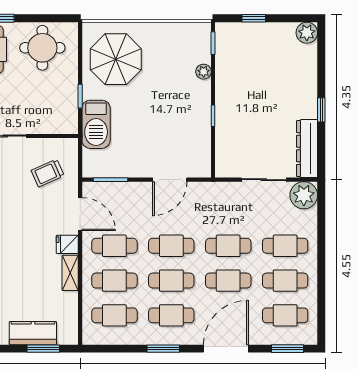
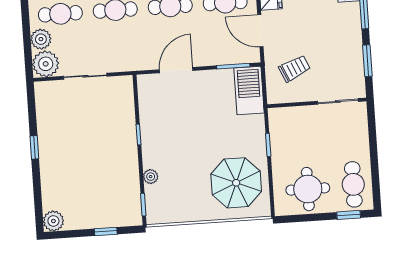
barbecue: (96, 124) -> (249, 91), moved
dresser: (307, 149) -> (46, 109), removed
plant: (307, 221) -> (41, 39), added

